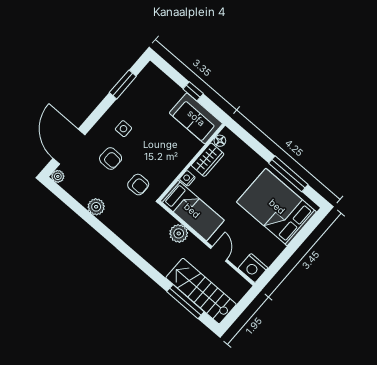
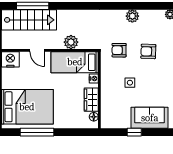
sofa: (196, 118) -> (150, 118), moved
side table: (123, 129) -> (130, 83), moved

